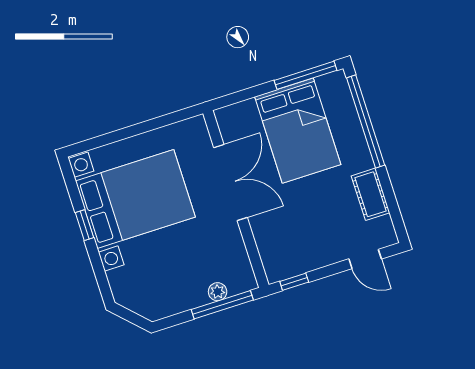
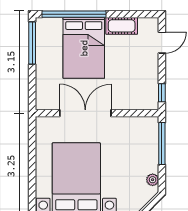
bed: (298, 131) -> (84, 48), moved, turned 90
plant: (218, 292) -> (153, 180), moved

